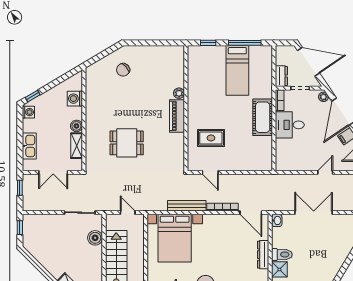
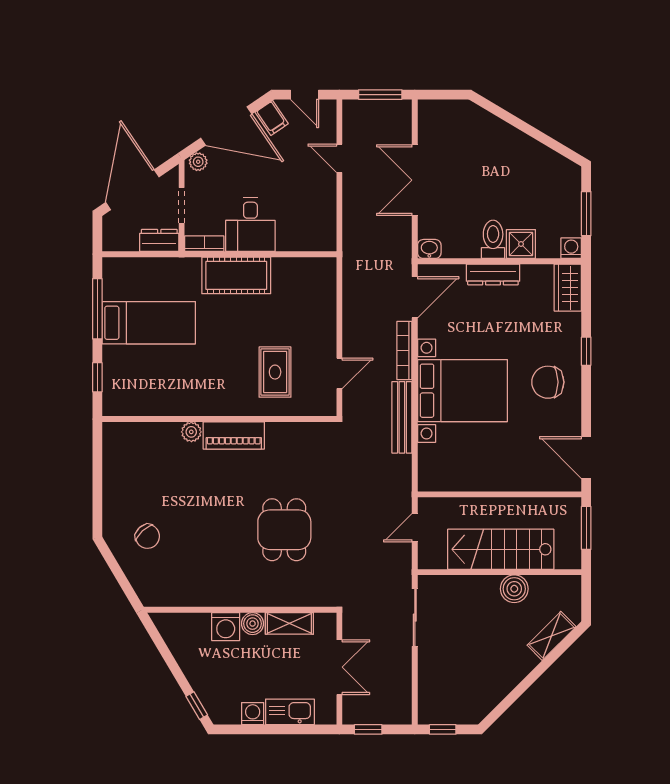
washing machine: (75, 99) -> (226, 627), moved
washing machine: (28, 112) -> (253, 714), moved
boiler: (95, 238) -> (514, 589), moved
bed with nightstands: (175, 238) -> (462, 391), moved

